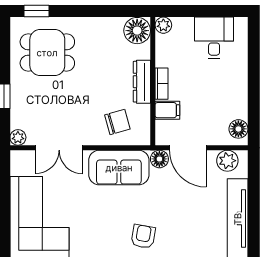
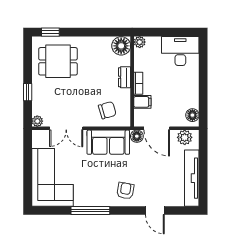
desk: (214, 38) -> (180, 51), width x1.37
dresser: (142, 82) -> (125, 77), width x0.70

